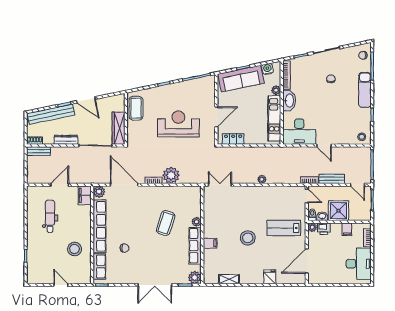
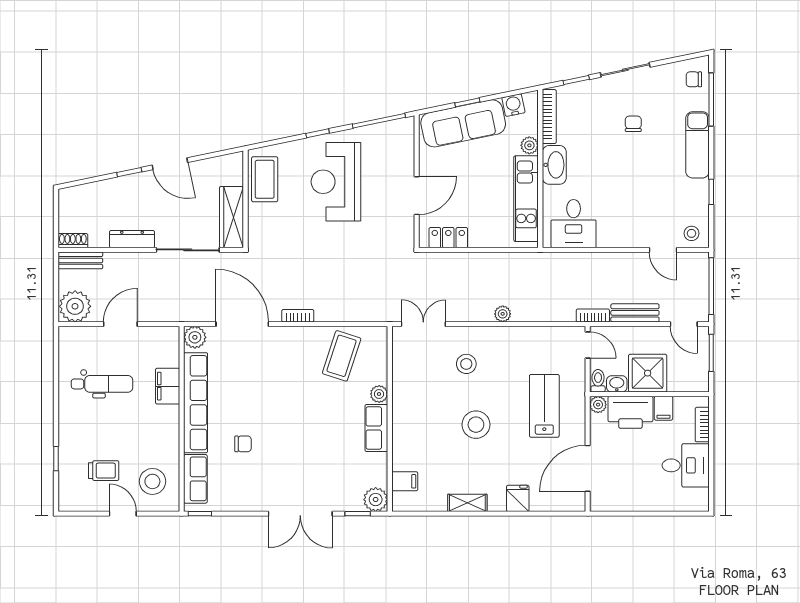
bench: (51, 114) -> (104, 191), removed
reception desk: (178, 124) -> (336, 182), moved, turned -90
desk: (299, 132) -> (574, 224), width x0.73
door: (324, 146) -> (663, 250), moved
plant: (171, 175) -> (75, 306), moved
filing cabinet: (85, 195) -> (168, 386), moved
stool: (243, 206) -> (466, 364), added
dental chair: (50, 216) -> (102, 384), turned 90
coffee table: (166, 223) -> (342, 356), moved
lab bench: (284, 228) -> (544, 406), turned 90
printer: (324, 229) -> (630, 412), width x1.87, depth x1.48
filing cabinet: (210, 243) -> (405, 481), moved
row of seats: (195, 246) -> (376, 428), width x0.68
stool: (75, 249) -> (152, 481), moved
trolley: (51, 262) -> (104, 471), added
desk: (359, 264) -> (686, 465), width x0.73
shelving: (229, 279) -> (467, 503), moved

